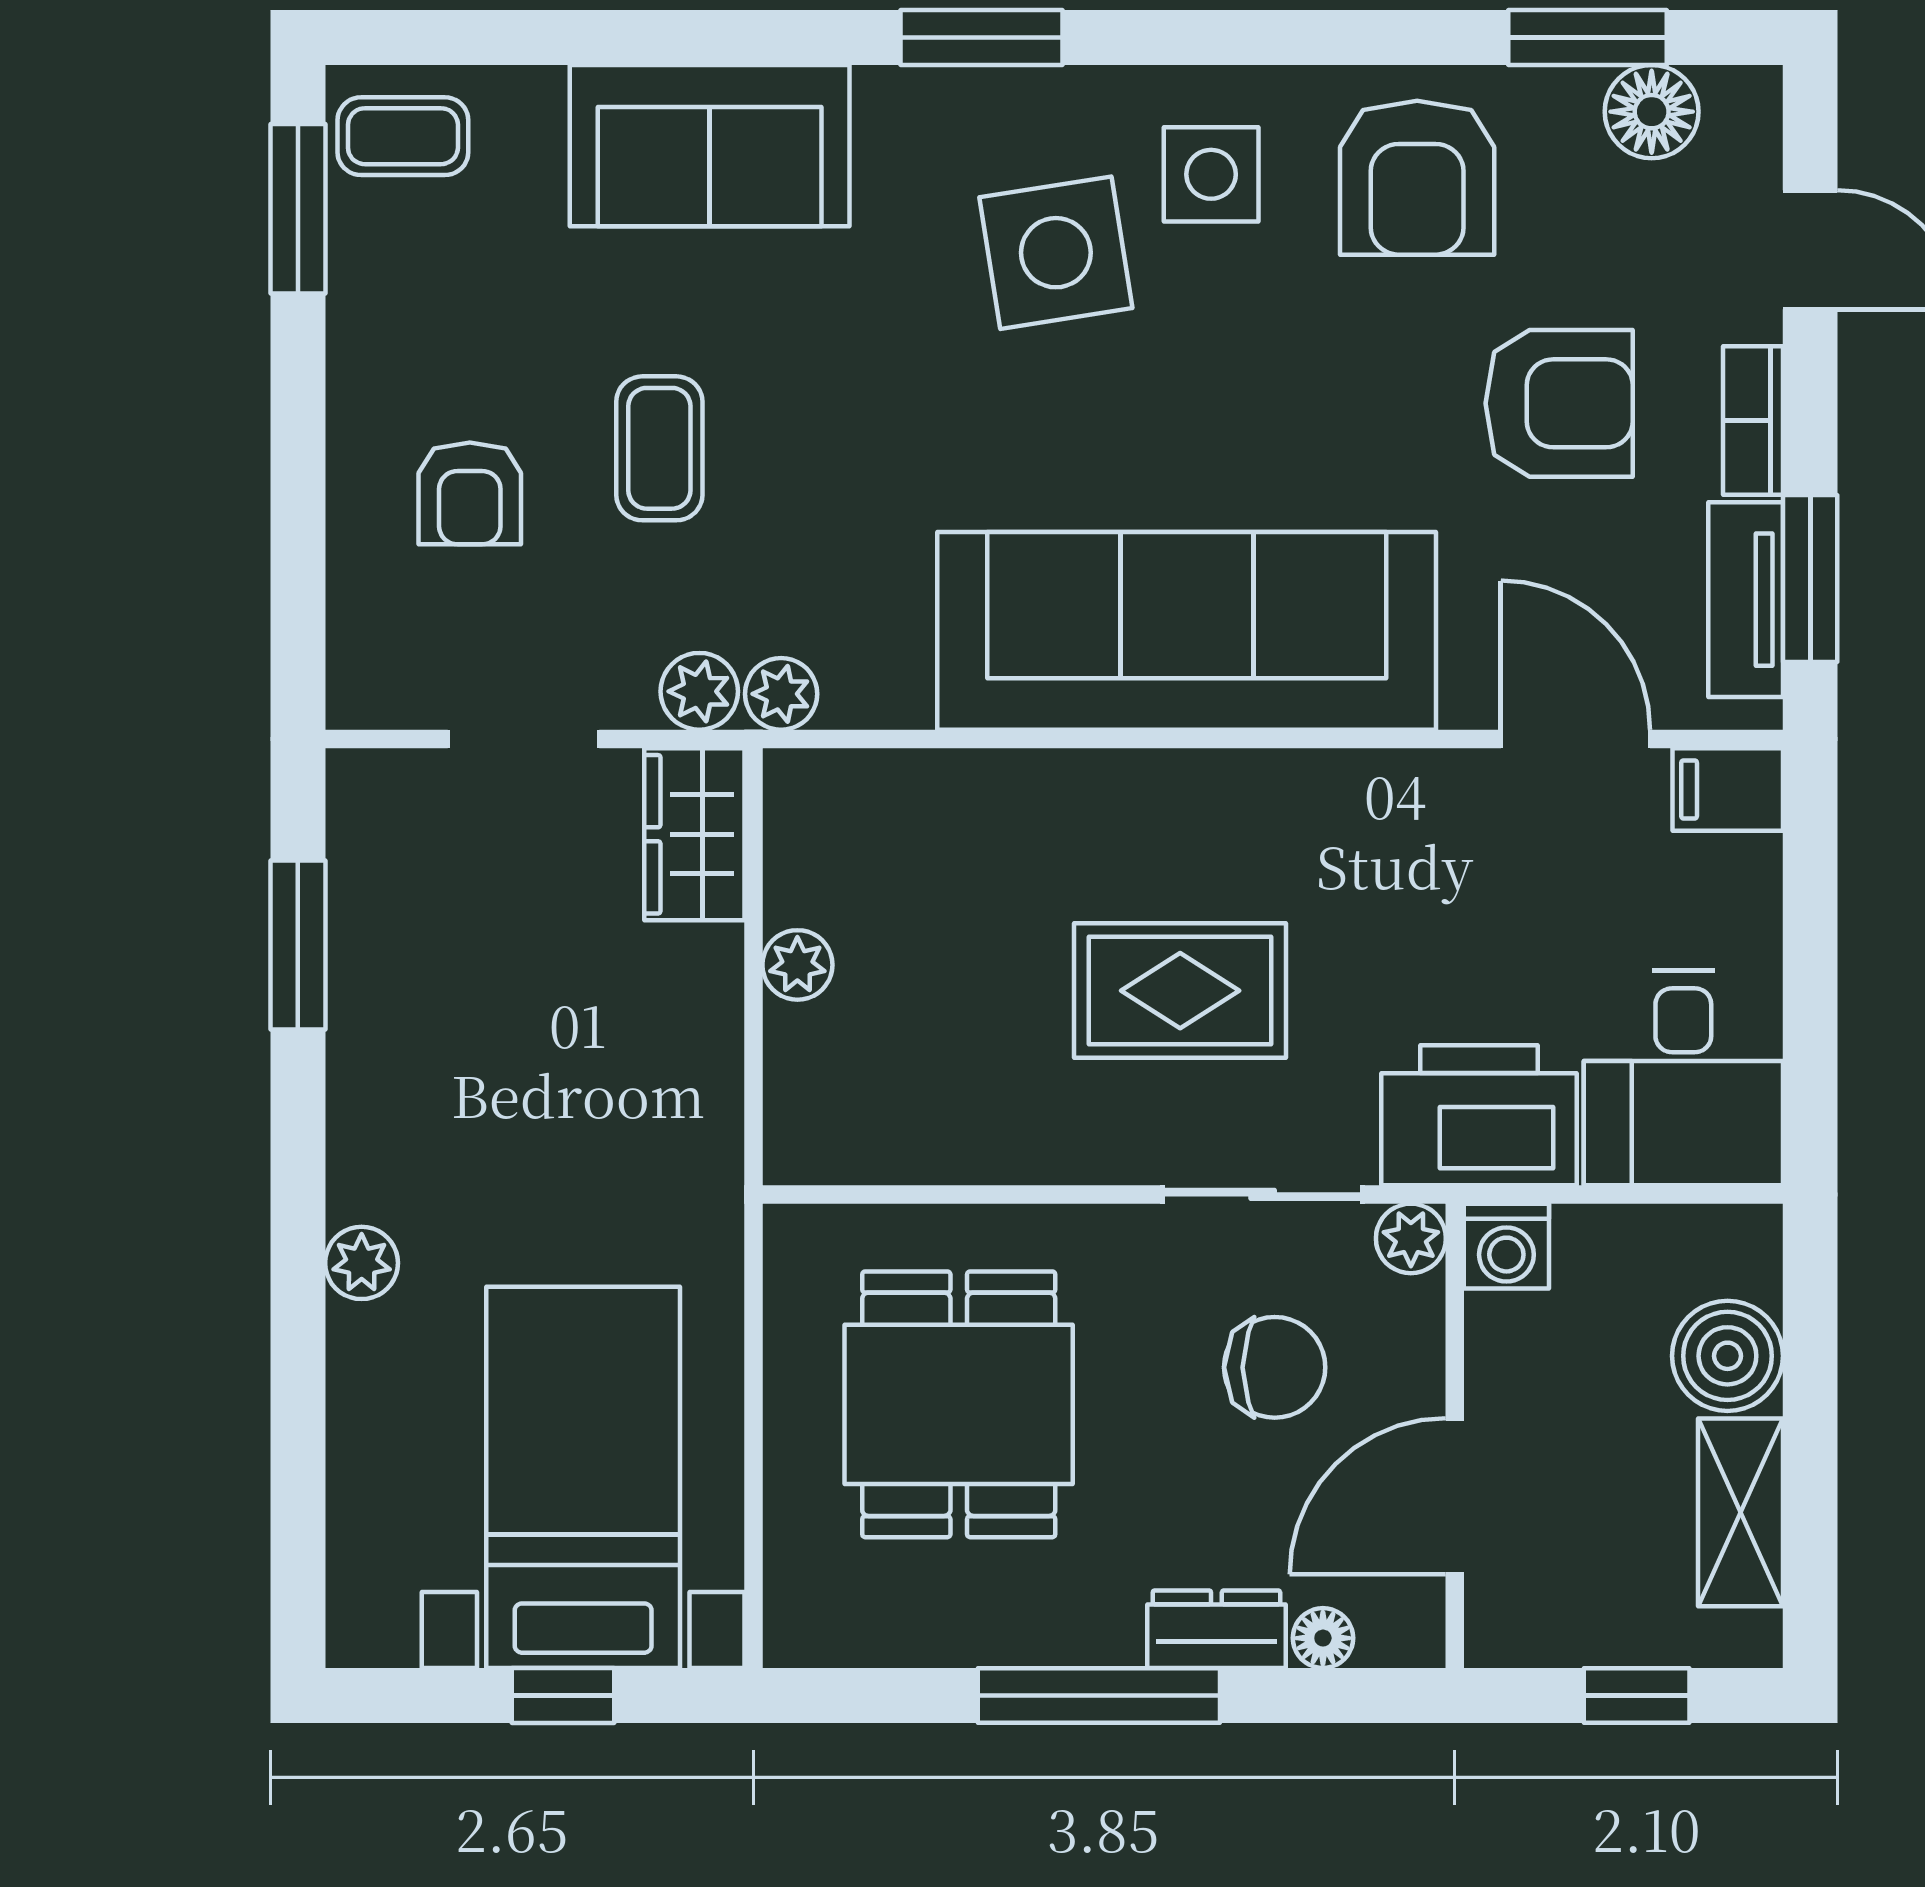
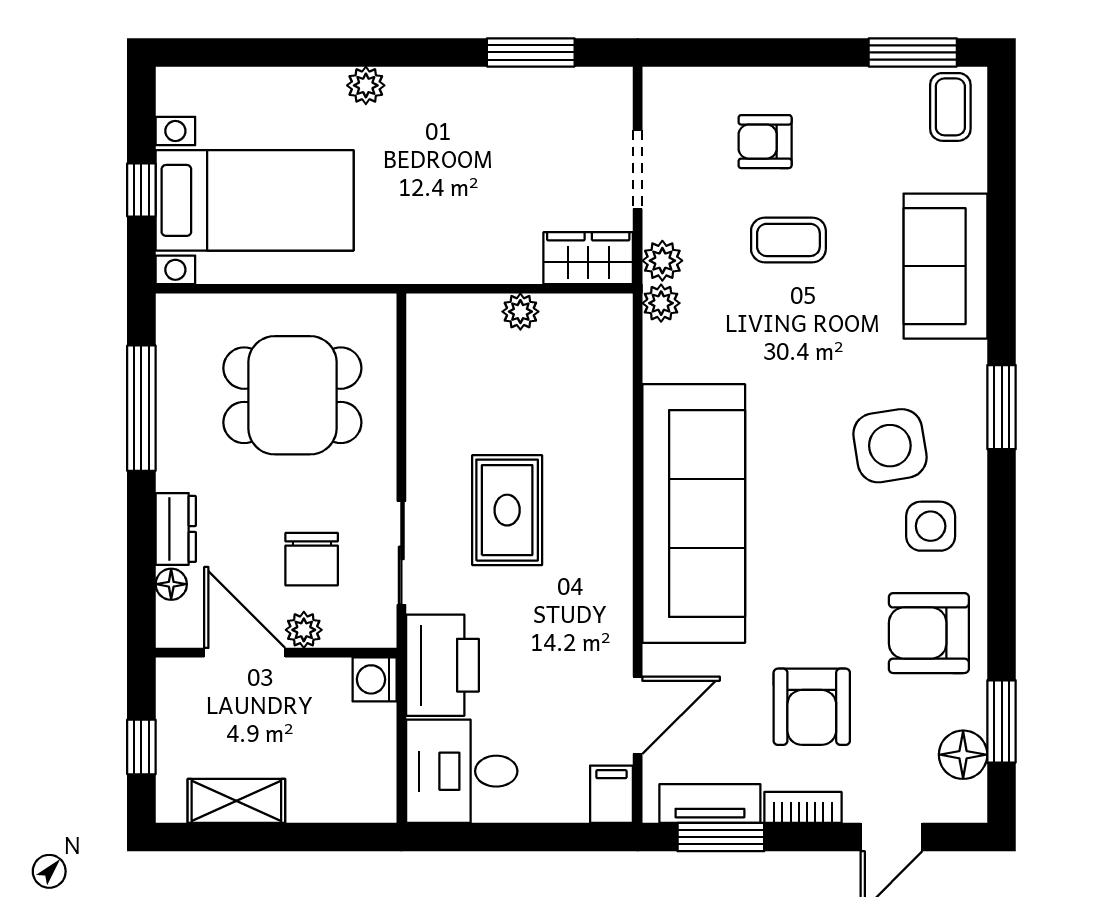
plant: (1411, 1238) -> (304, 630), moved
boiler: (1727, 1356) -> (318, 794), removed
window: (1099, 1695) -> (141, 408), moved

